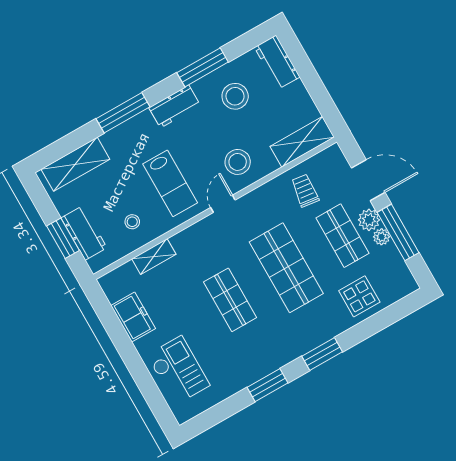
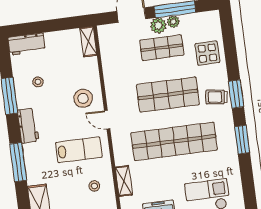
stool: (235, 96) -> (38, 82), width x0.53, depth x0.53
shelving: (302, 142) -> (88, 42), width x0.67, depth x0.75
trolley: (305, 191) -> (217, 97), moved
shop shelf: (230, 300) -> (174, 141), width x2.00, depth x1.36

